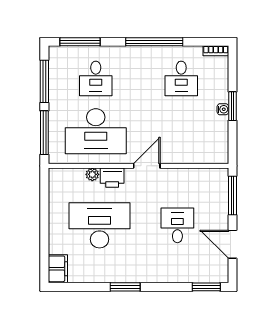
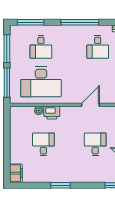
door: (147, 166) -> (90, 105), moved
desk: (100, 225) -> (43, 144), width x0.53, depth x0.77

